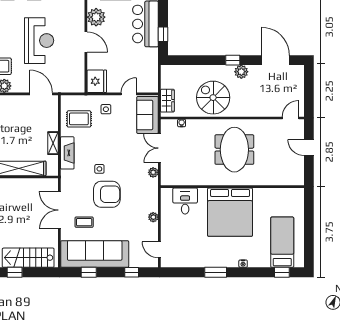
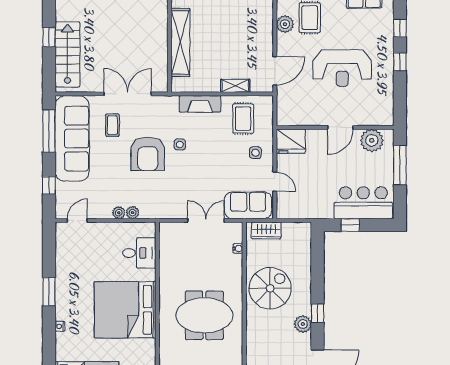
shelving: (53, 143) -> (235, 86), moved
plant: (153, 172) -> (133, 213), moved
window: (89, 272) -> (49, 131), width x2.17

